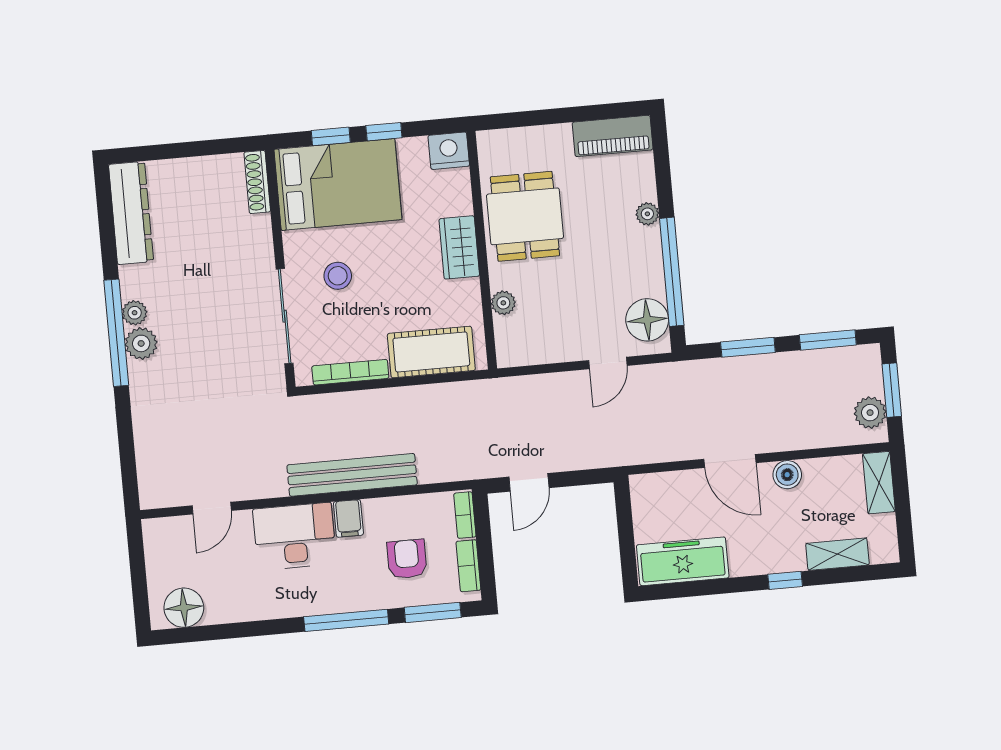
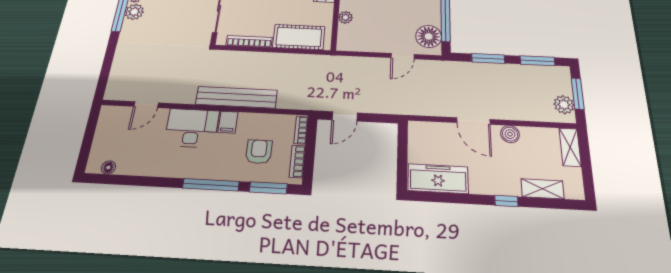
floor lamp: (184, 608) -> (108, 167), width x0.53, depth x0.53

